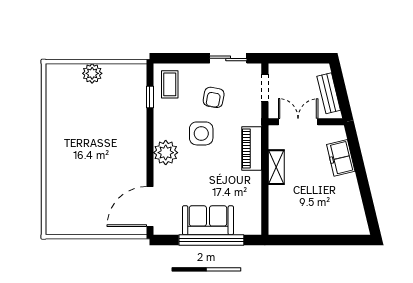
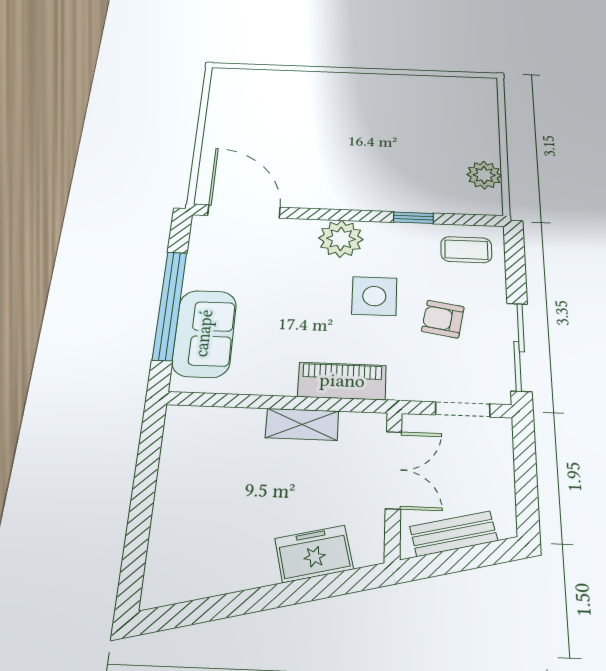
sliding door: (228, 58) -> (519, 347), width x1.37
plant: (92, 73) -> (484, 175), moved
window: (150, 97) -> (413, 218), moved
sofa: (208, 220) -> (204, 333), moved

